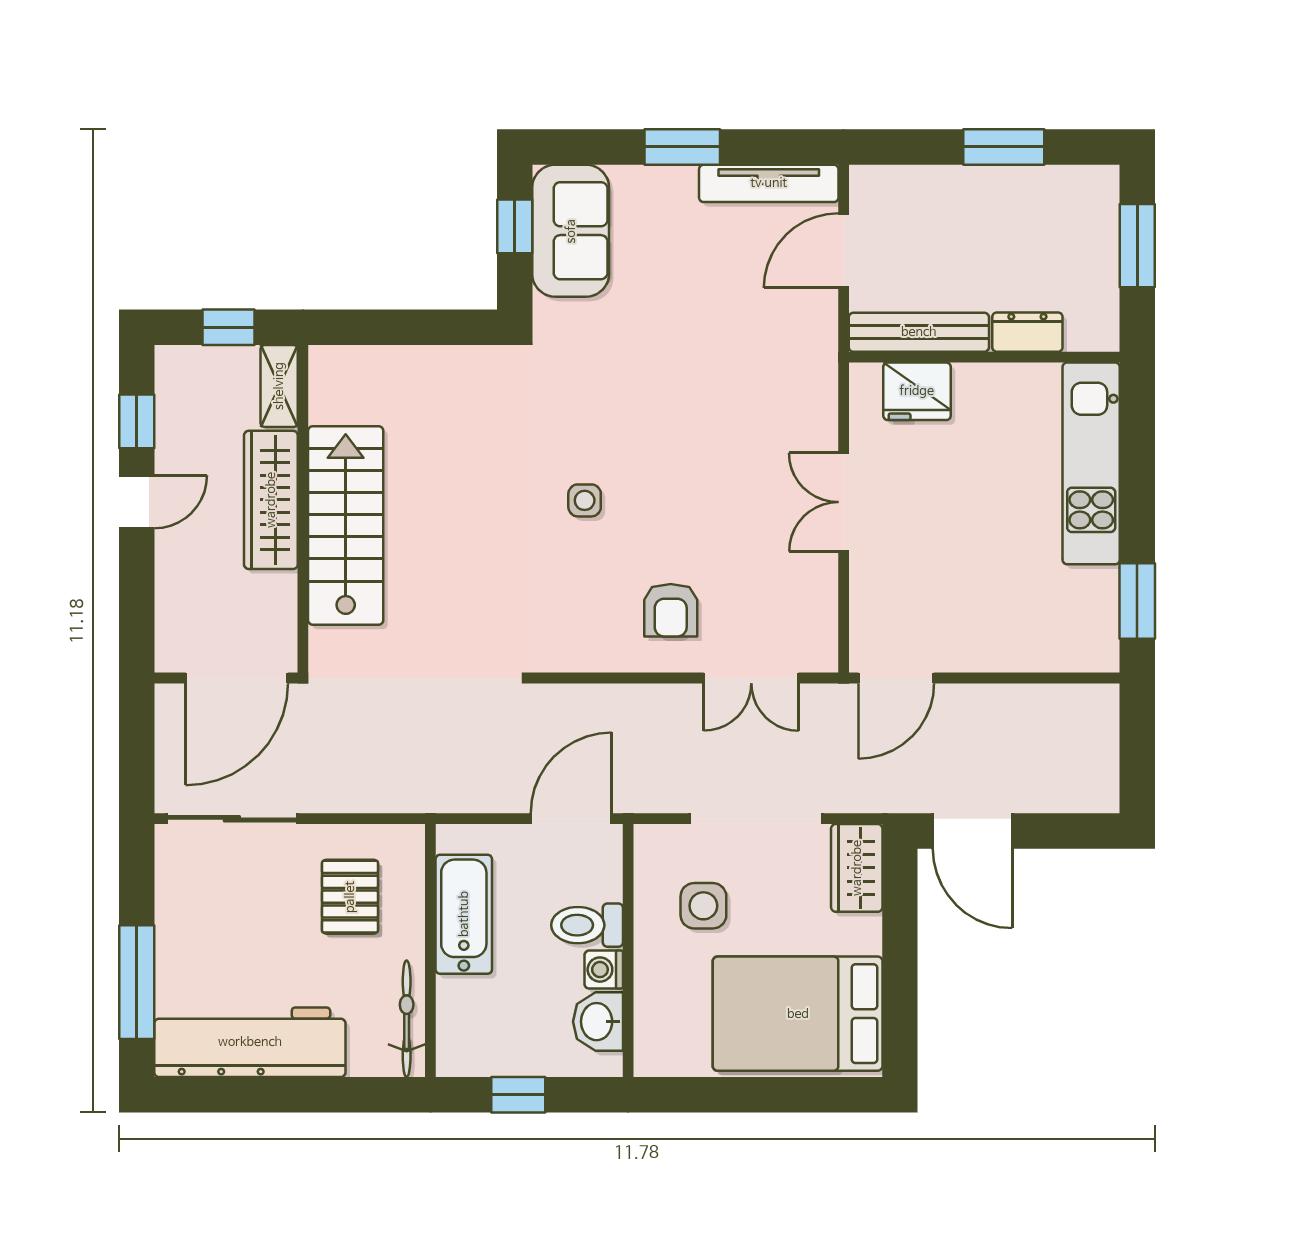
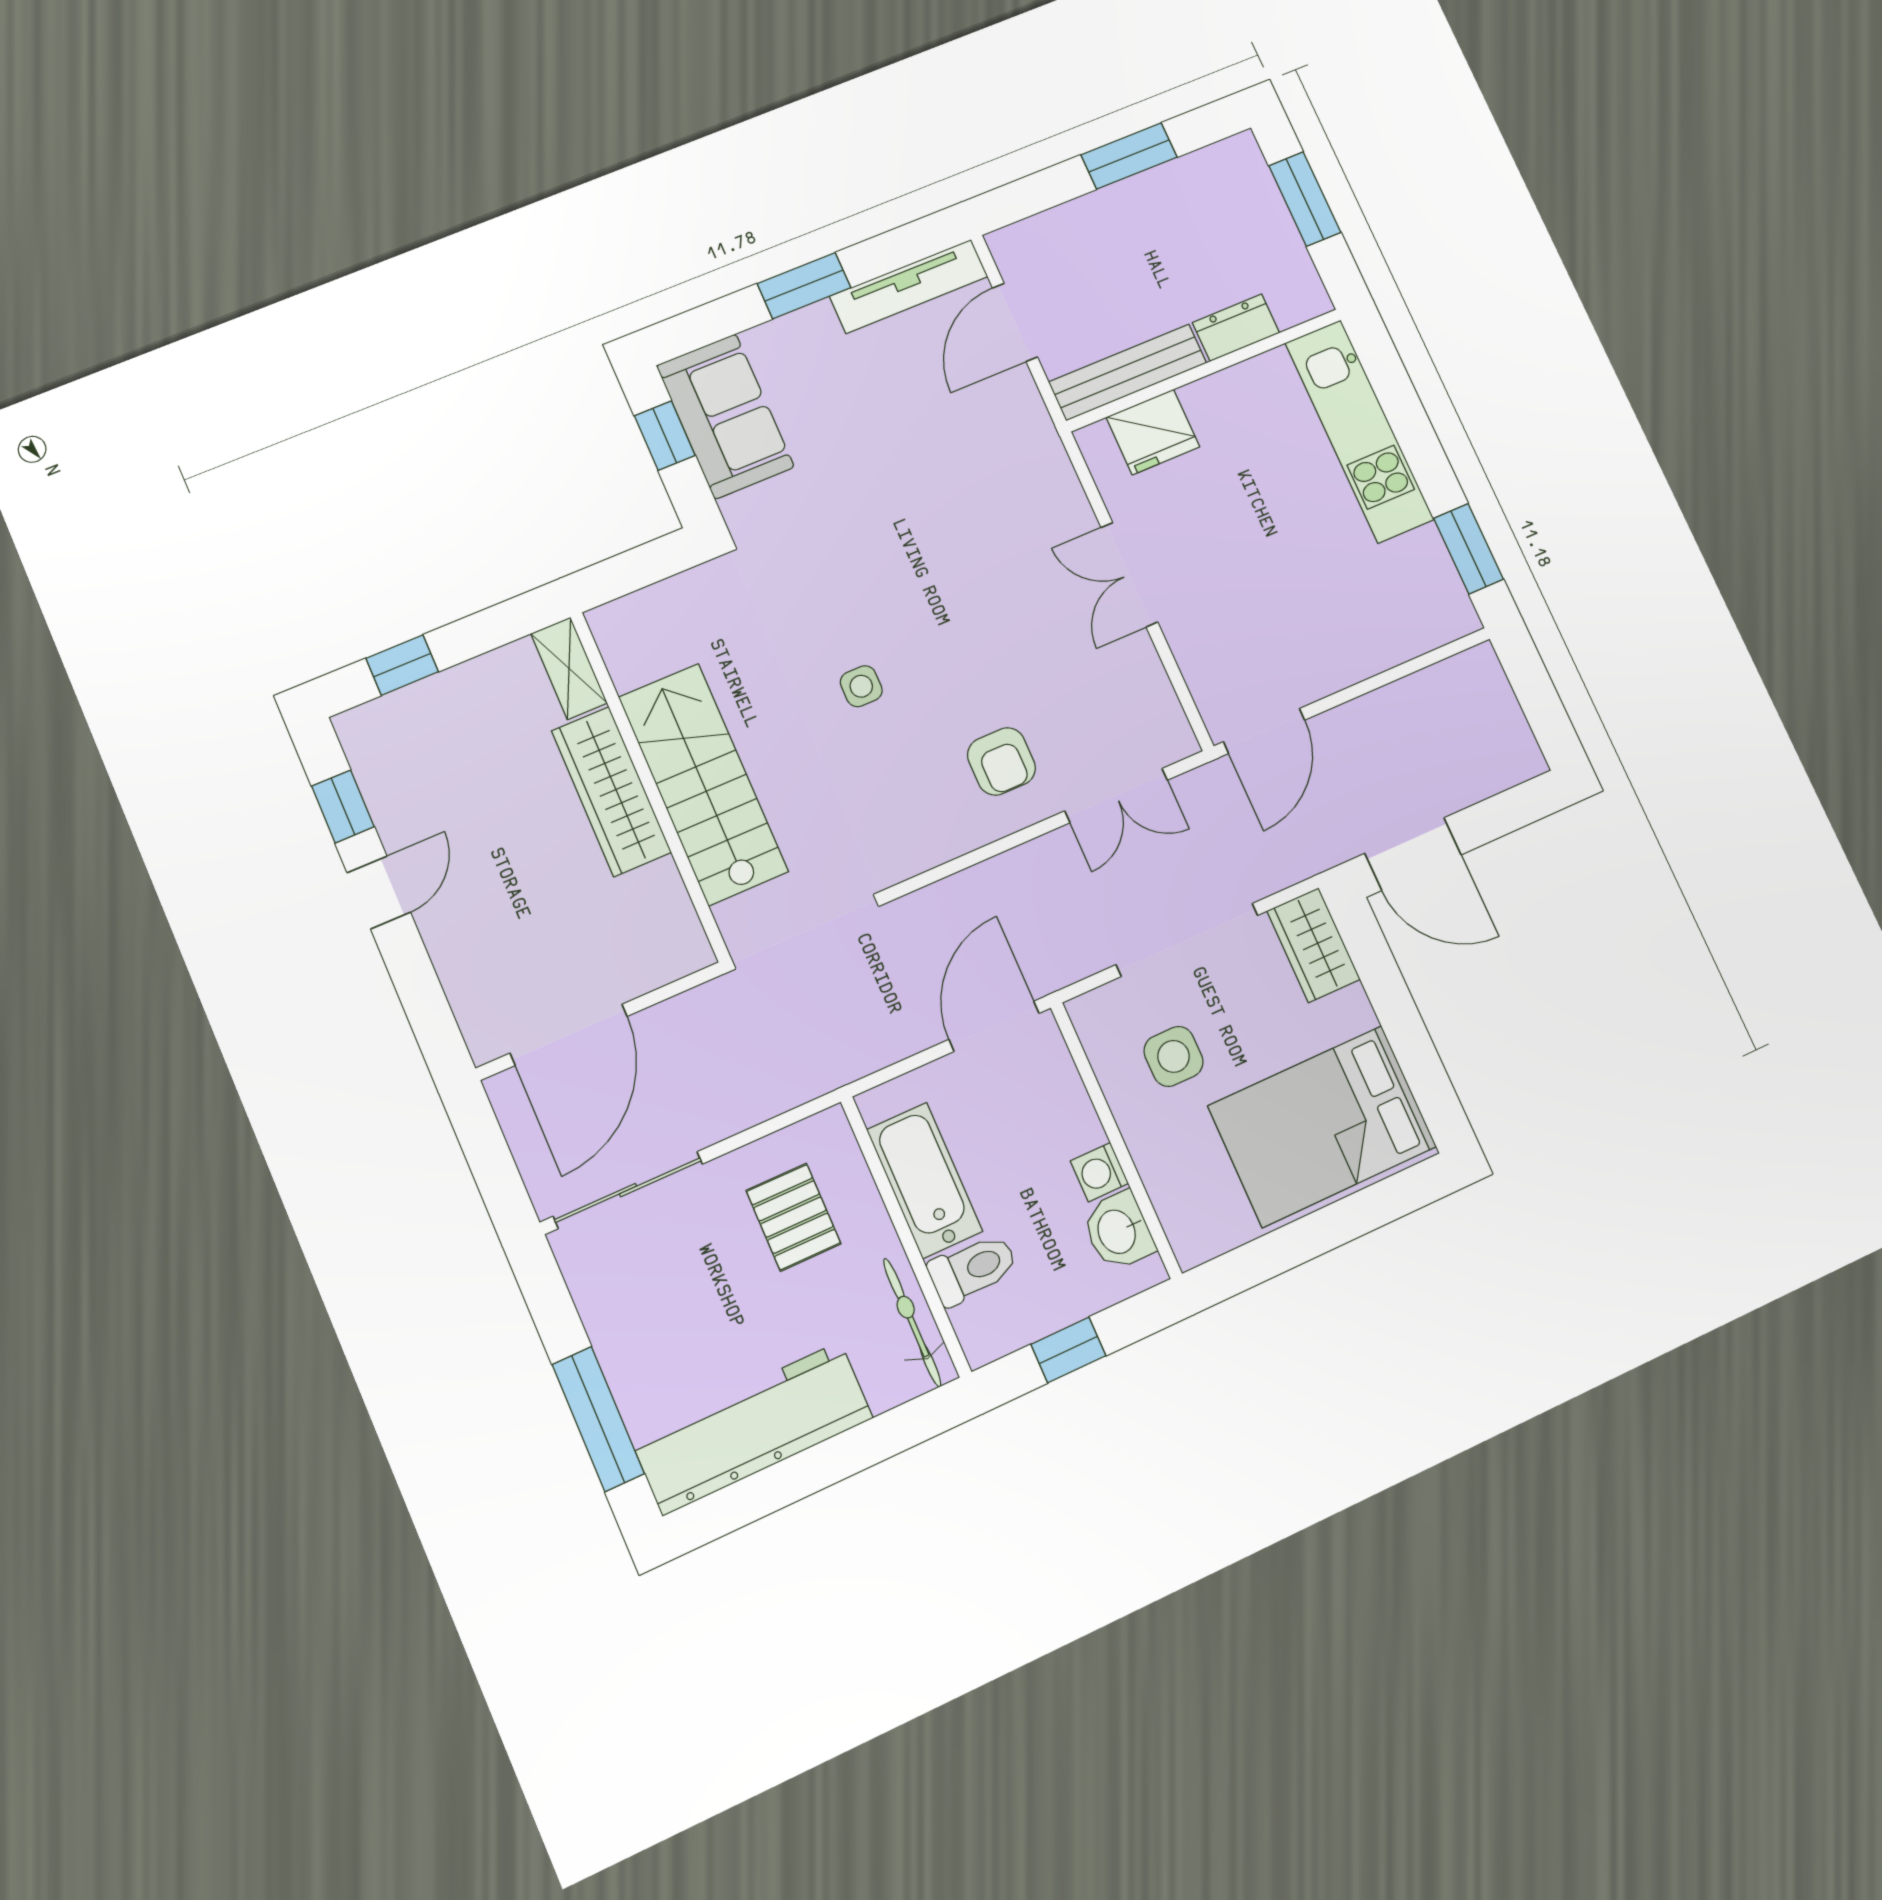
shelving: (279, 386) -> (569, 668), moved
wardrobe: (271, 500) -> (611, 792), moved
wall: (303, 509) -> (650, 786), moved
stairs: (346, 525) -> (703, 784), moved
toilet: (587, 925) -> (973, 1269), moved, turned 180

